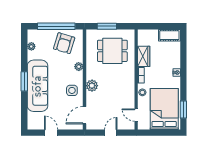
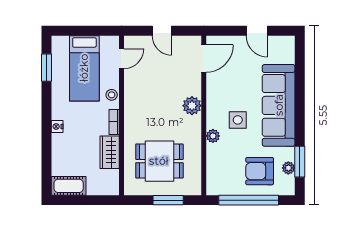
armchair: (64, 43) -> (260, 171), moved, turned -107
window: (24, 81) -> (300, 162), moved
side table: (72, 90) -> (238, 120), moved
bed: (164, 109) -> (84, 68), width x0.67
door: (136, 115) -> (121, 59), hinge flipped
door: (111, 133) -> (162, 31), hinge flipped

